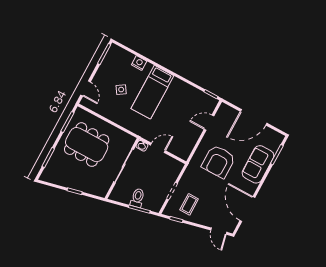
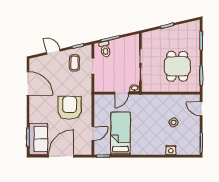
bed: (152, 92) -> (120, 133), moved
dining table: (87, 145) -> (177, 66), width x0.73
sofa: (258, 164) -> (38, 139), moved
toilet: (137, 198) -> (105, 49), moved
door: (219, 231) -> (53, 52), moved

